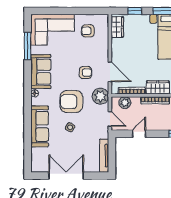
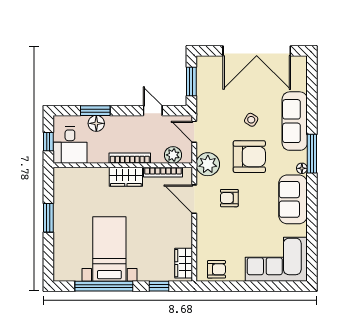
armchair: (88, 31) -> (216, 269), moved
window: (28, 46) -> (312, 154), moved
door: (139, 134) -> (153, 111), swing flipped
window: (112, 154) -> (191, 82), added
tv unit: (104, 156) -> (203, 79), removed
double door: (66, 176) -> (257, 51), width x1.36

